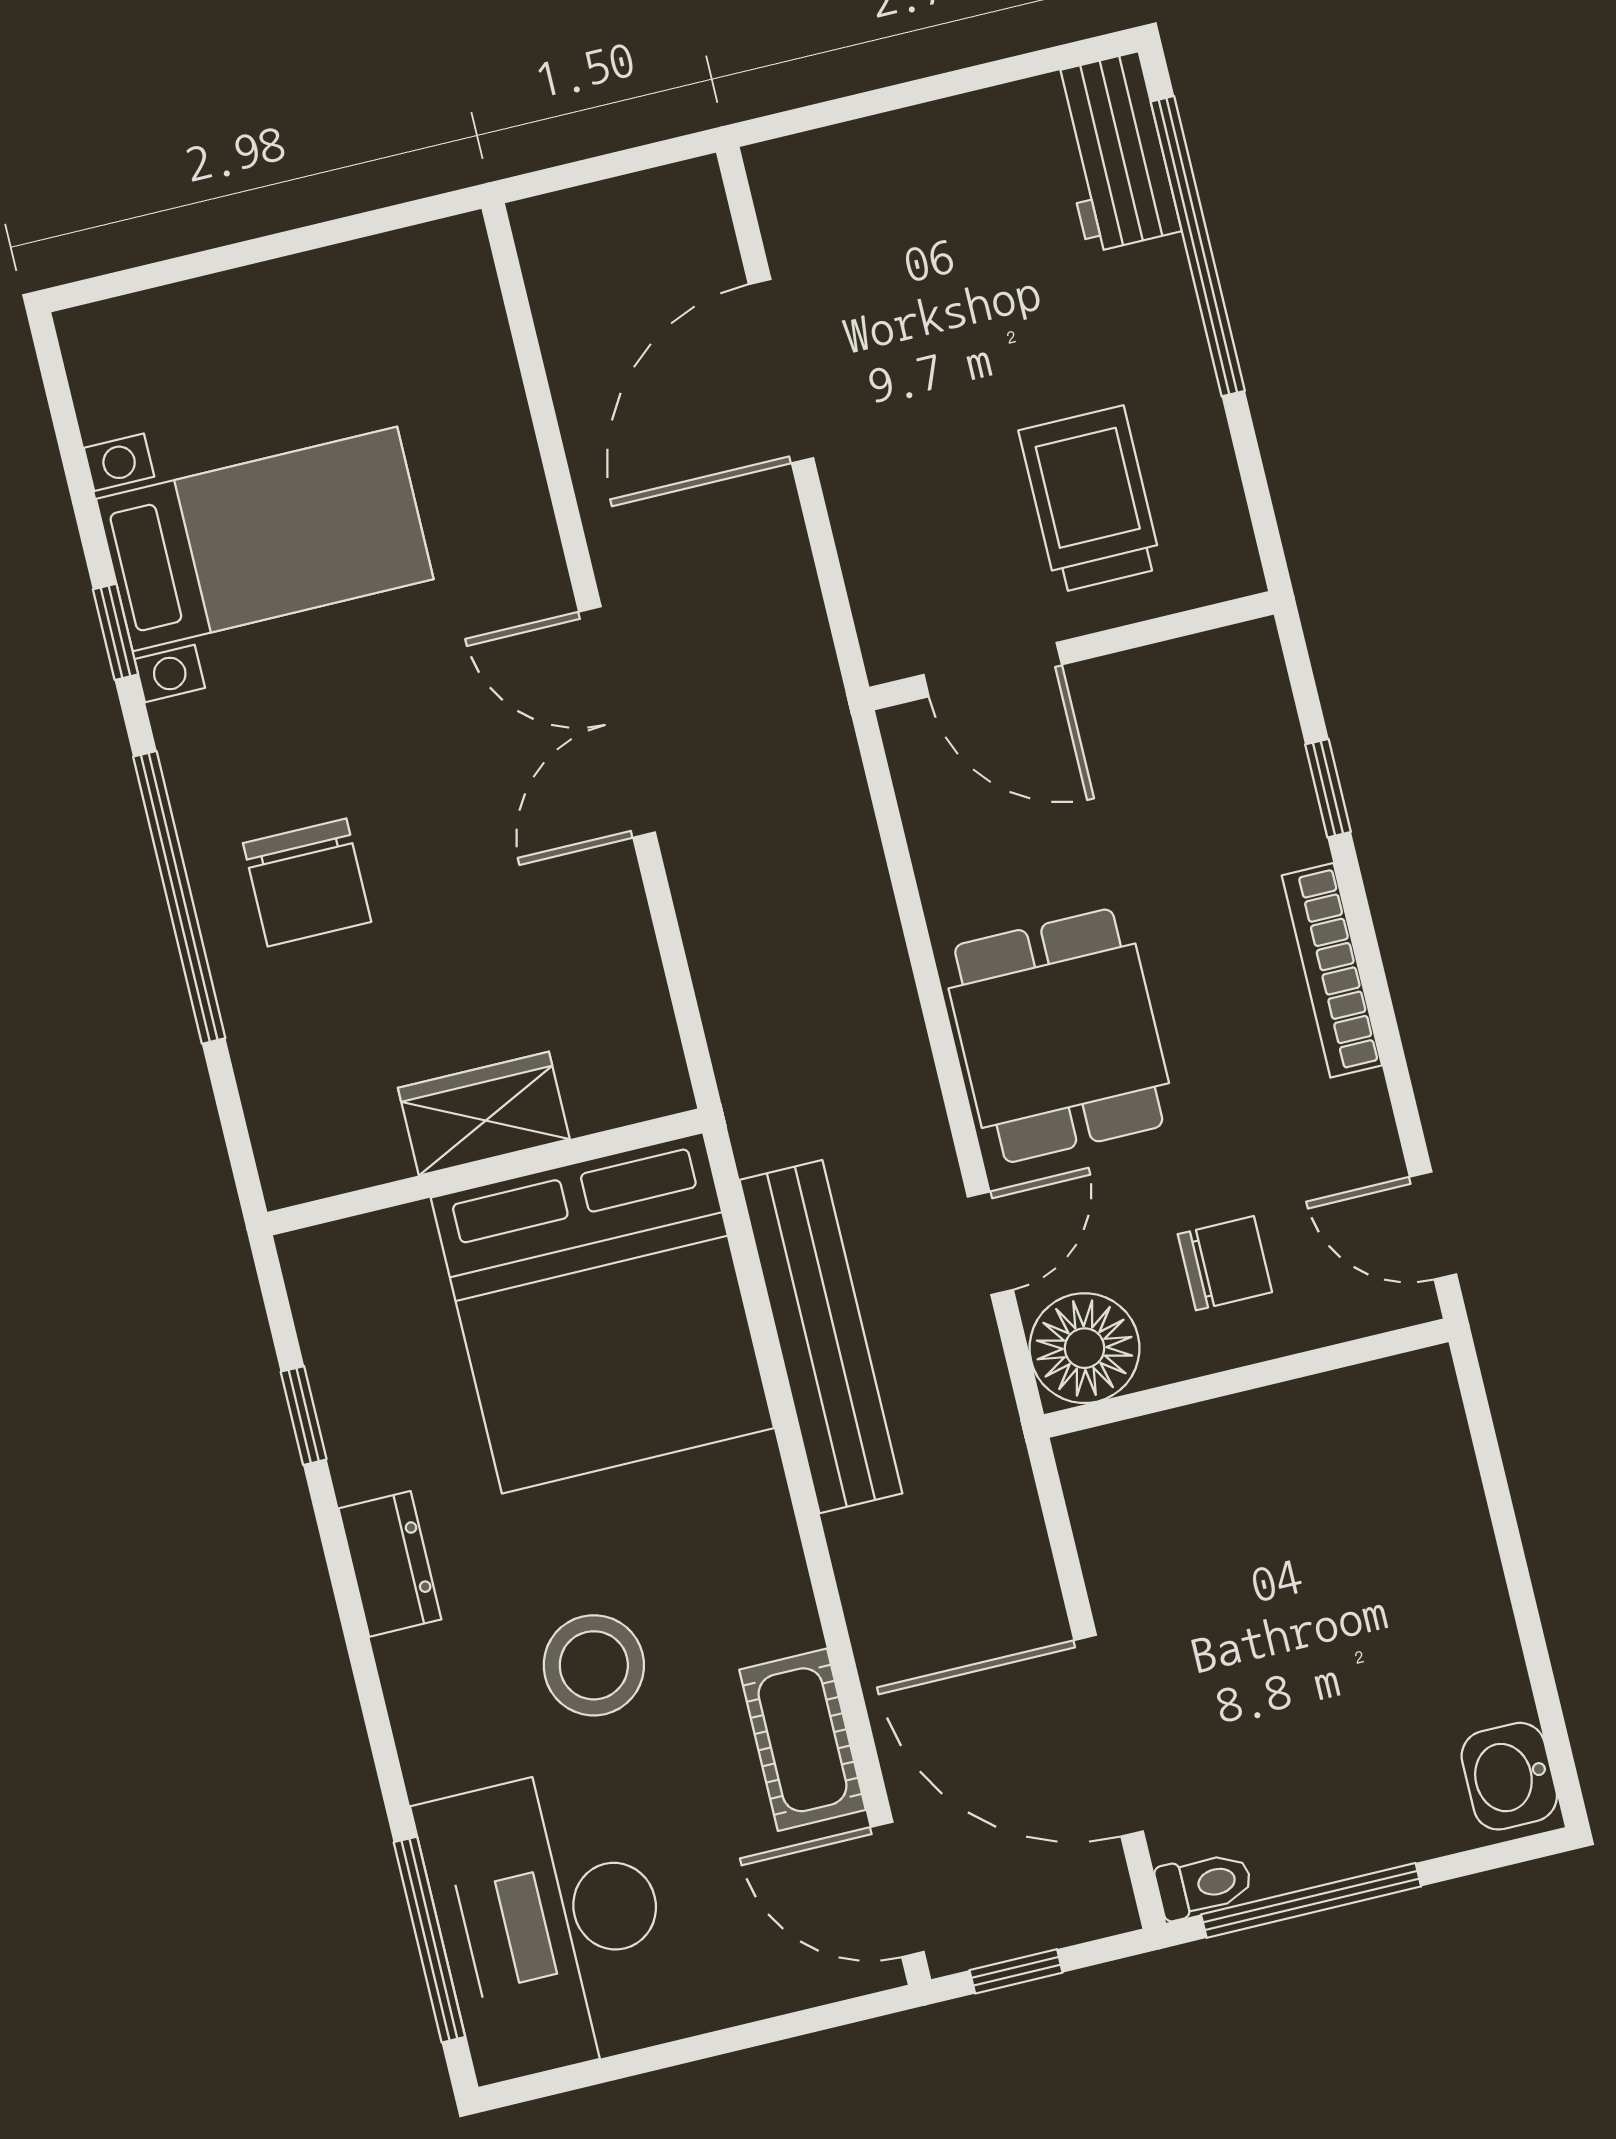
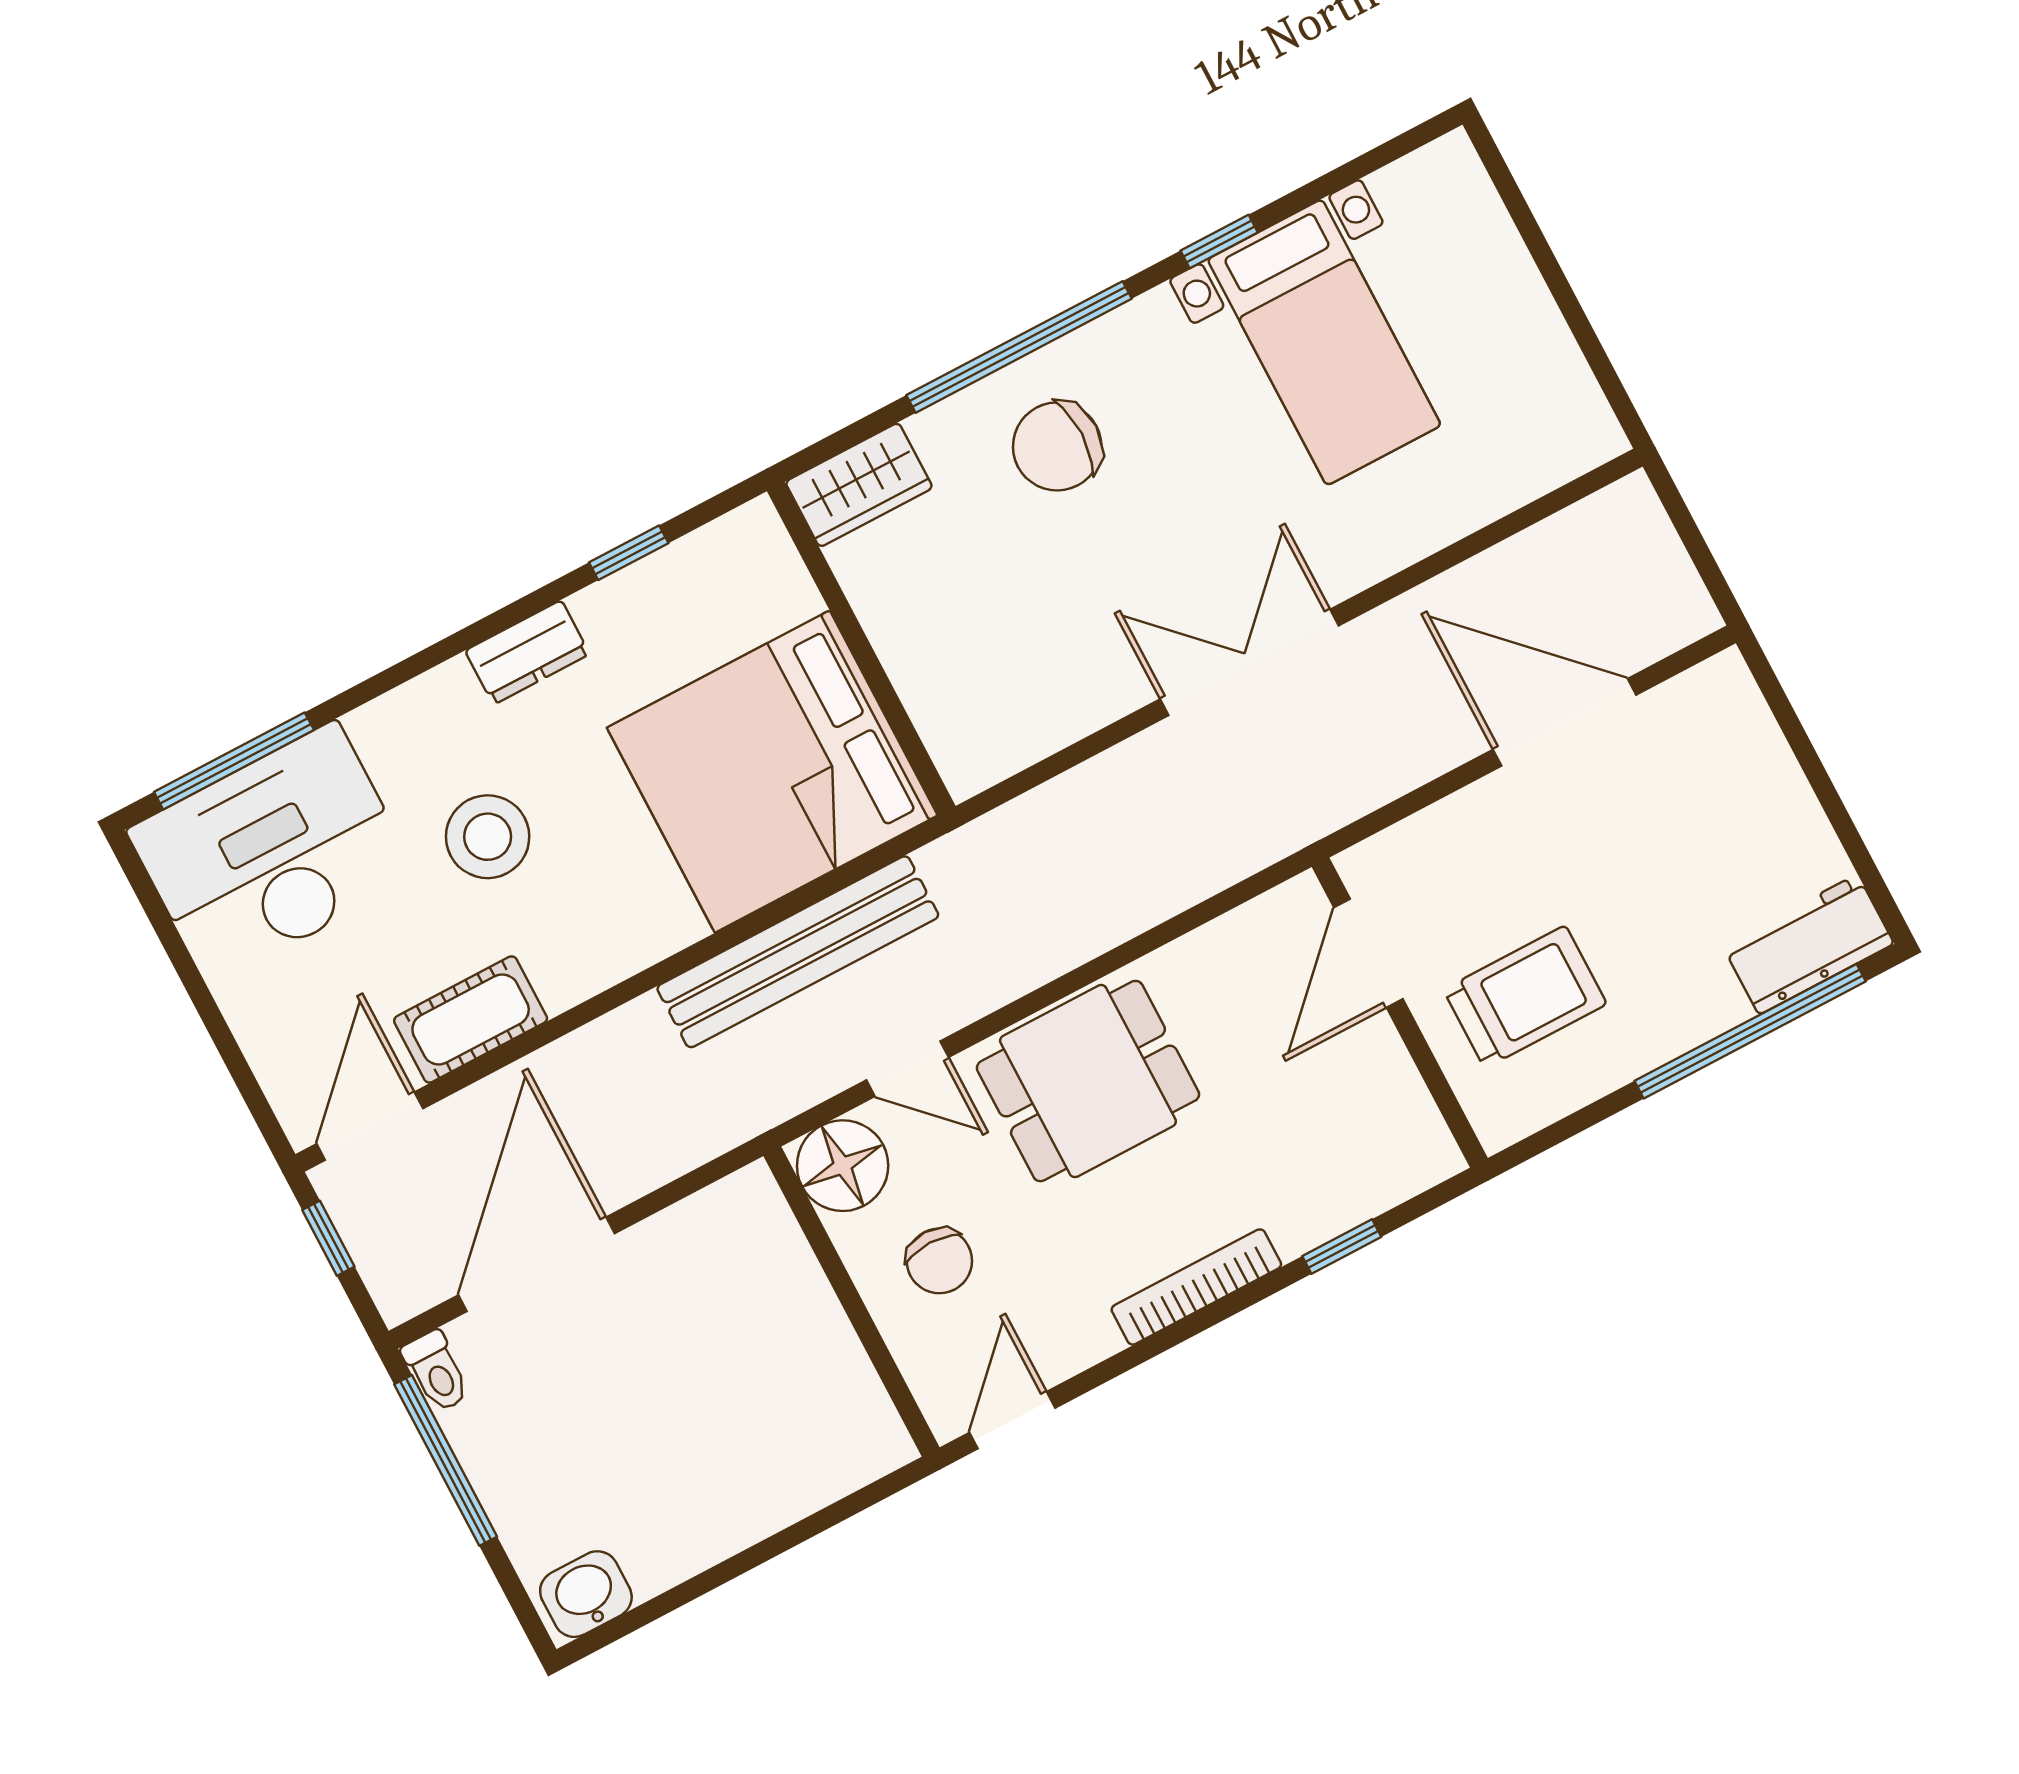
wardrobe: (484, 1114) -> (859, 485), moved, turned 90

